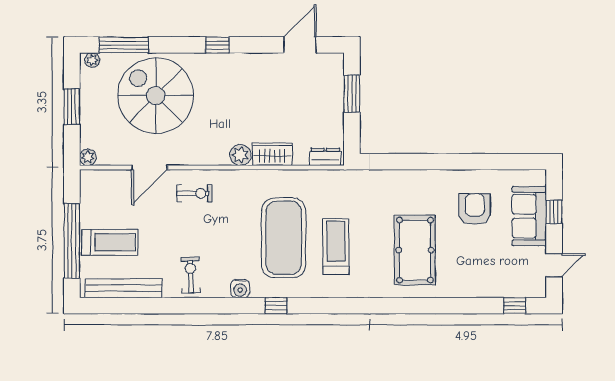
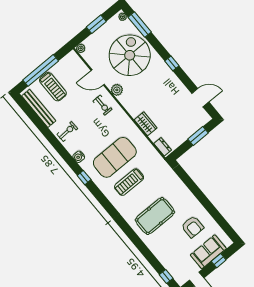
plant: (240, 155) -> (117, 90), moved
armchair: (475, 209) -> (192, 227), turned 90
treadmill: (336, 247) -> (129, 182), turned 180

